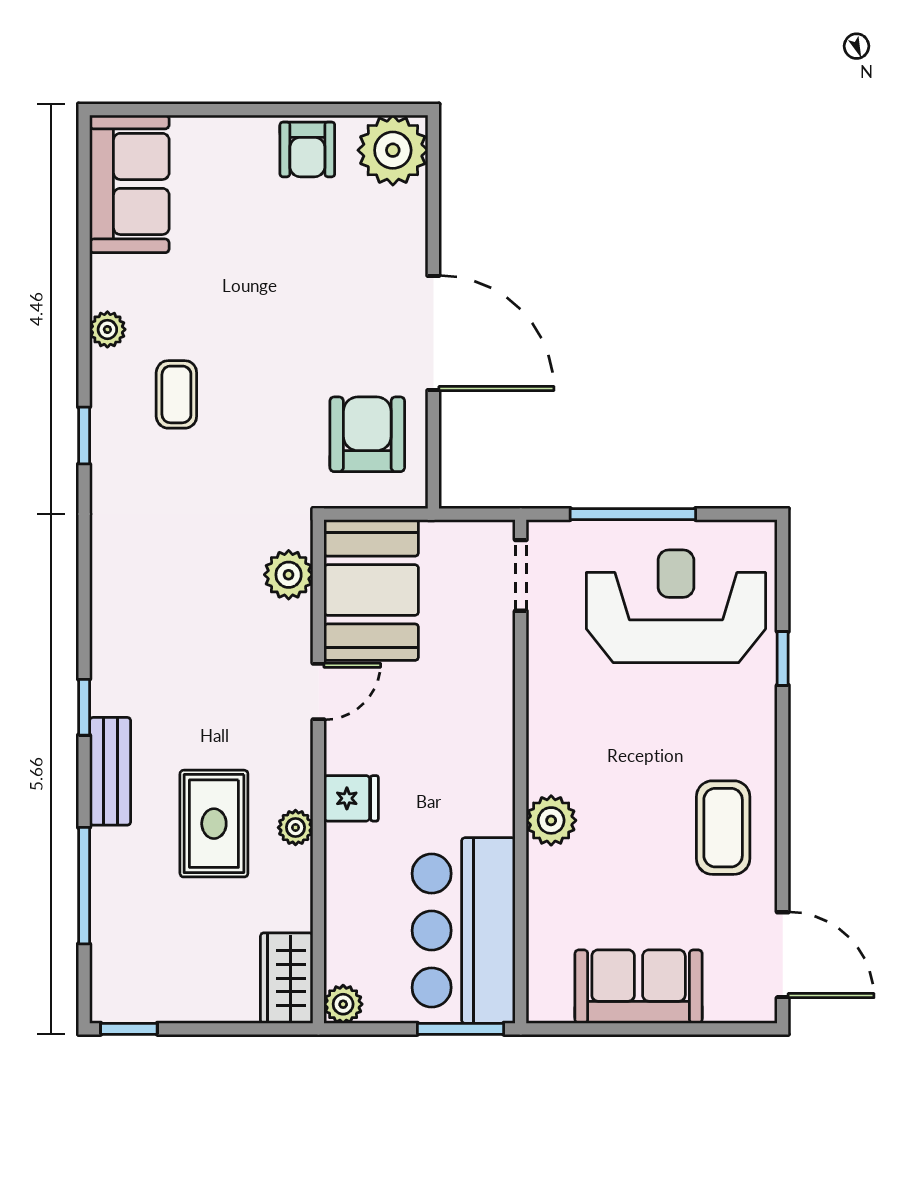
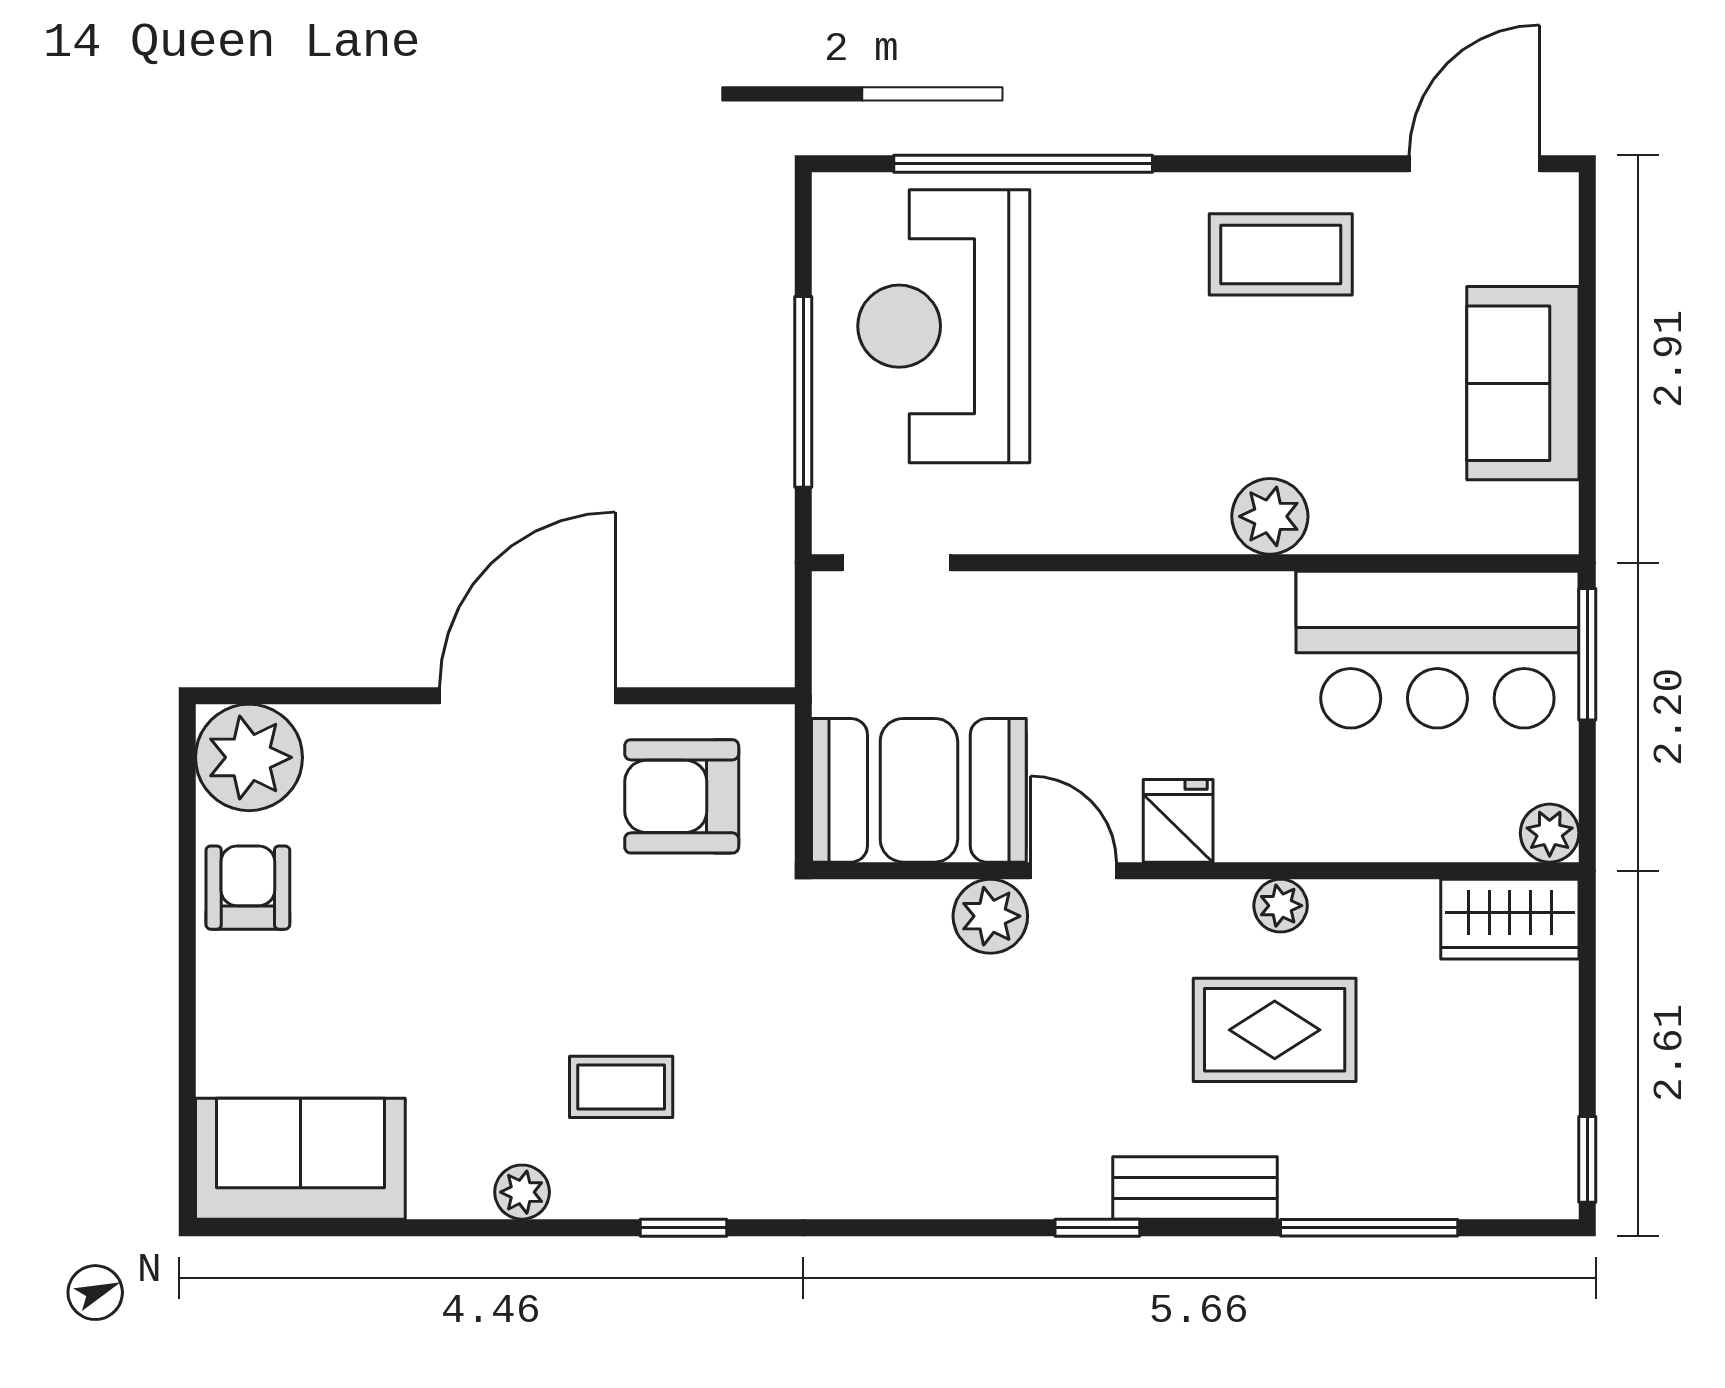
armchair: (307, 149) -> (248, 888), turned -90
plant: (289, 575) -> (990, 916), moved
window: (783, 658) -> (1023, 164), width x3.17
fridge: (351, 798) -> (1178, 821), moved

